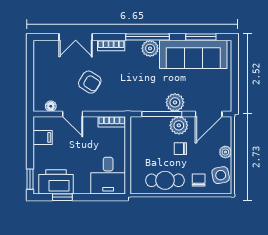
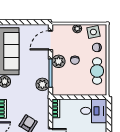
plant: (175, 102) -> (42, 84), moved
door: (209, 114) -> (50, 40), swing flipped

